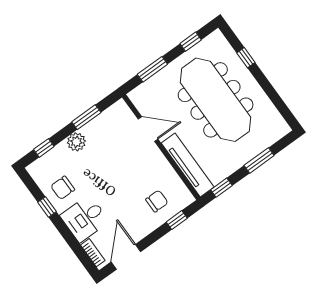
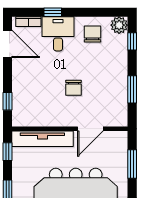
plant: (76, 142) -> (119, 25), moved
chair: (157, 201) -> (73, 88), moved
window: (47, 207) -> (53, 12), moved

